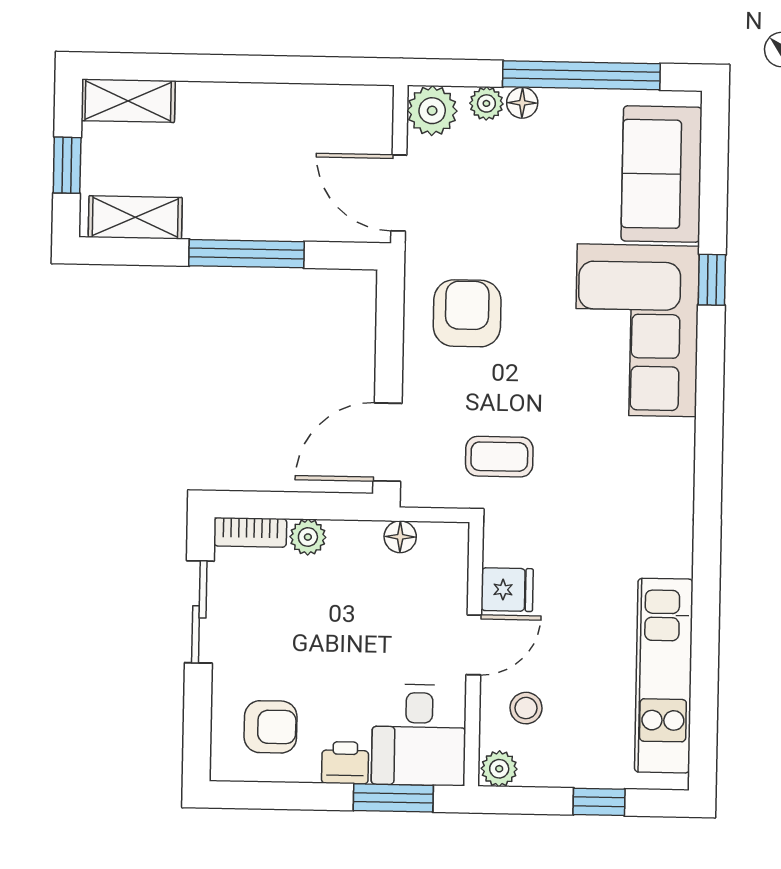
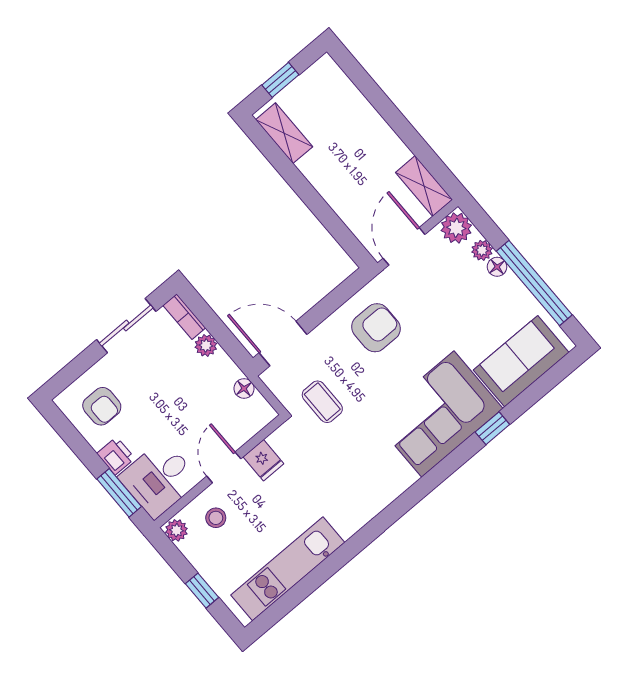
shelving: (128, 101) -> (424, 186), moved
window: (247, 254) -> (313, 200), removed
door: (474, 645) -> (224, 467), swing flipped

